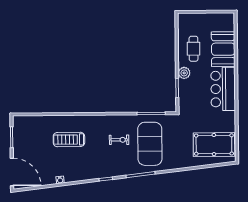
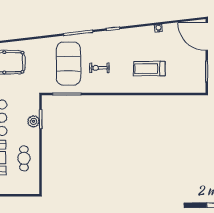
plant: (184, 73) -> (34, 121), moved
treadmill: (69, 140) -> (149, 69), turned 180

